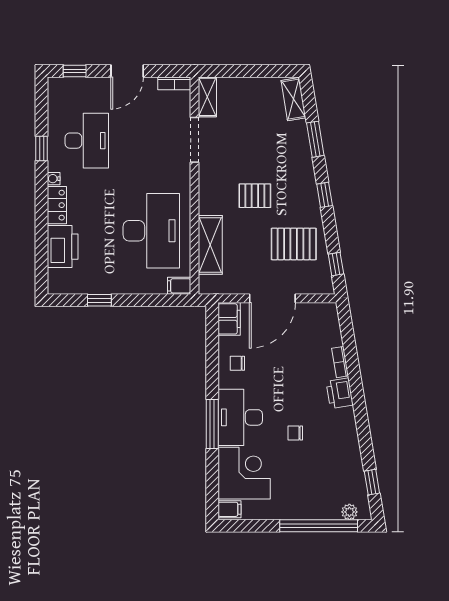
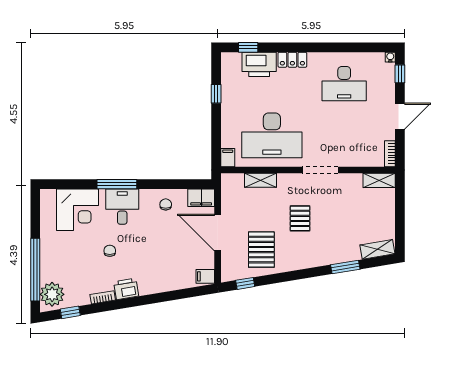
door: (127, 71) -> (400, 116), swing flipped
doorway: (195, 140) -> (320, 170), moved
window: (42, 149) -> (248, 47), moved
water cooler: (54, 179) -> (390, 57), moved
window: (325, 195) -> (301, 274), removed
shelving: (210, 245) -> (260, 180), width x0.67, depth x0.75
bookcase: (340, 362) -> (103, 297), moved
printer: (340, 393) -> (126, 289), moved
desk: (240, 417) -> (122, 207), width x0.73
filing cabinet: (229, 509) -> (205, 276), moved, turned 90
plant: (349, 512) -> (52, 294), width x1.87, depth x1.87

